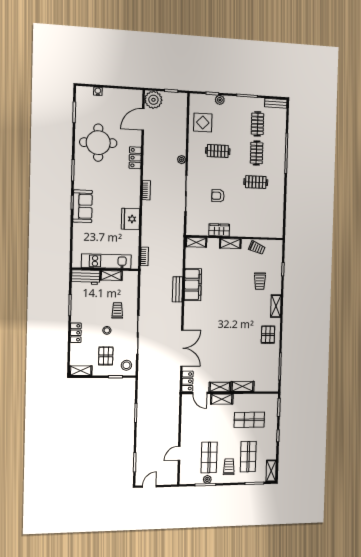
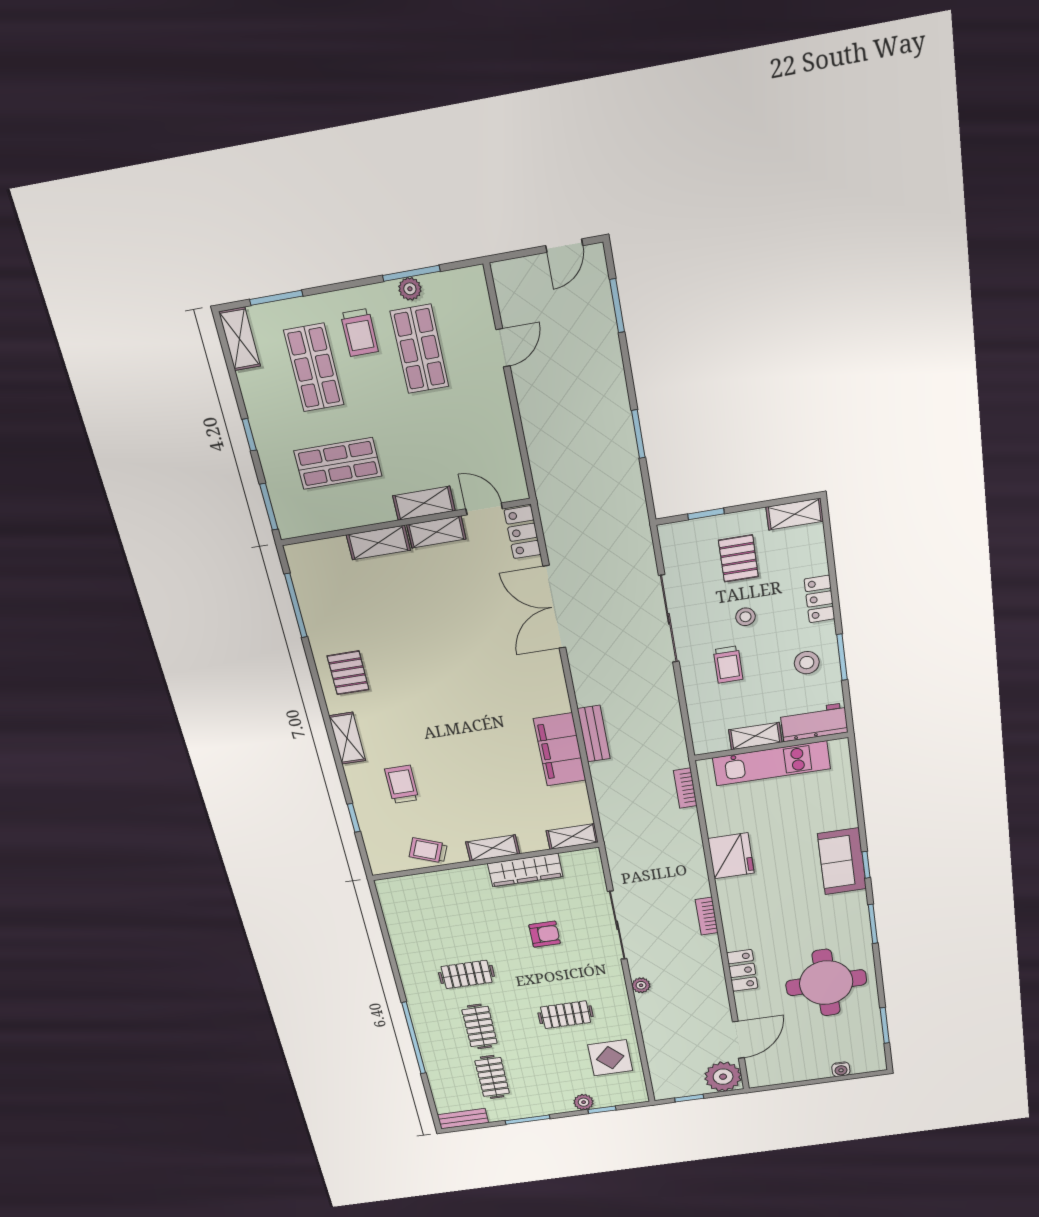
wardrobe: (219, 230) -> (525, 870), width x1.50
stool: (126, 365) -> (807, 663), moved

